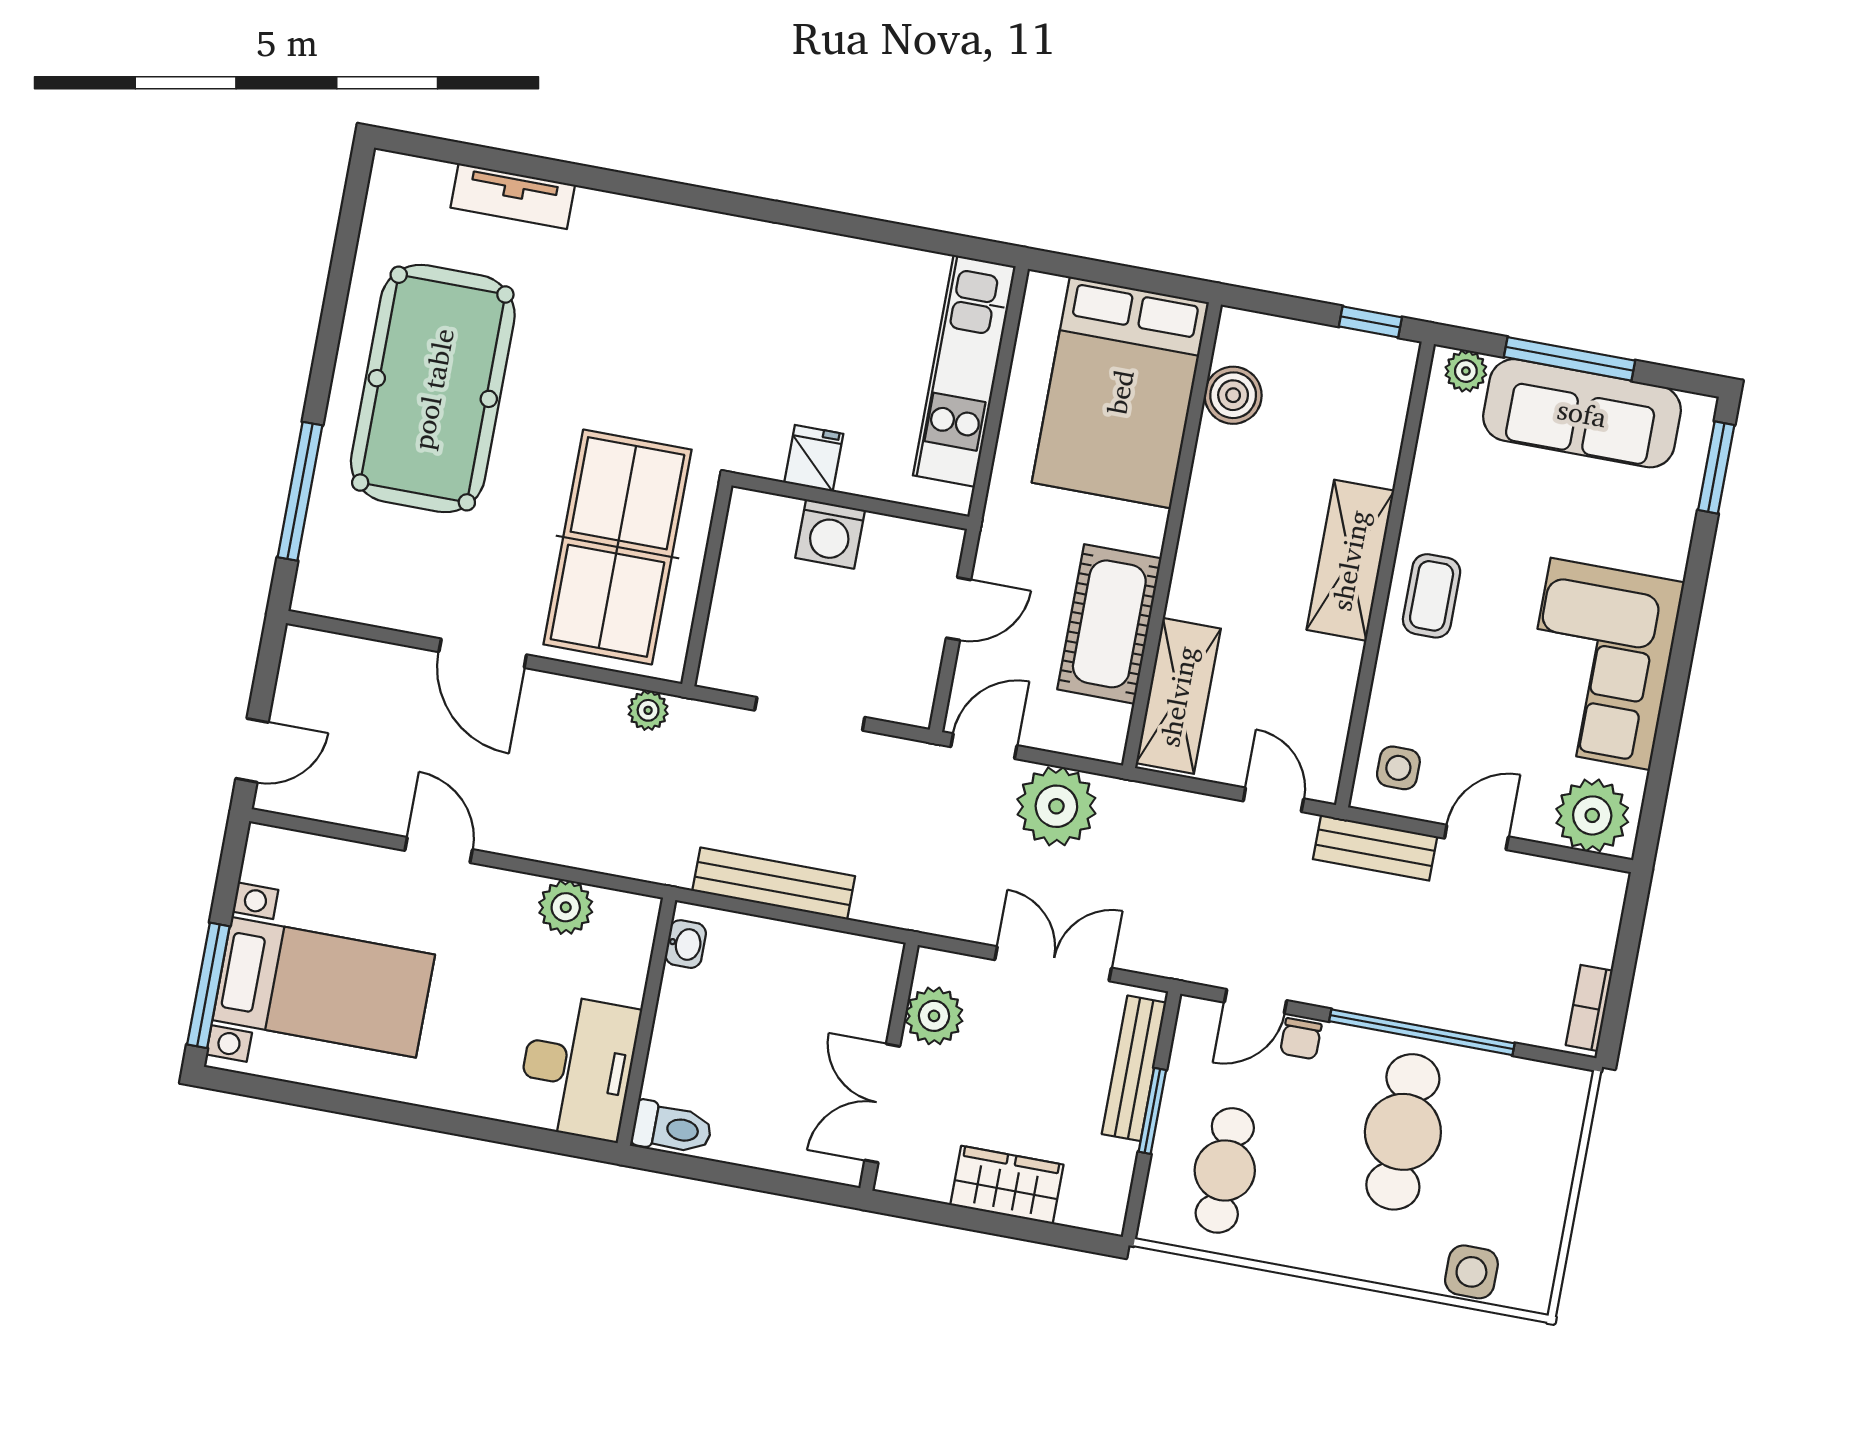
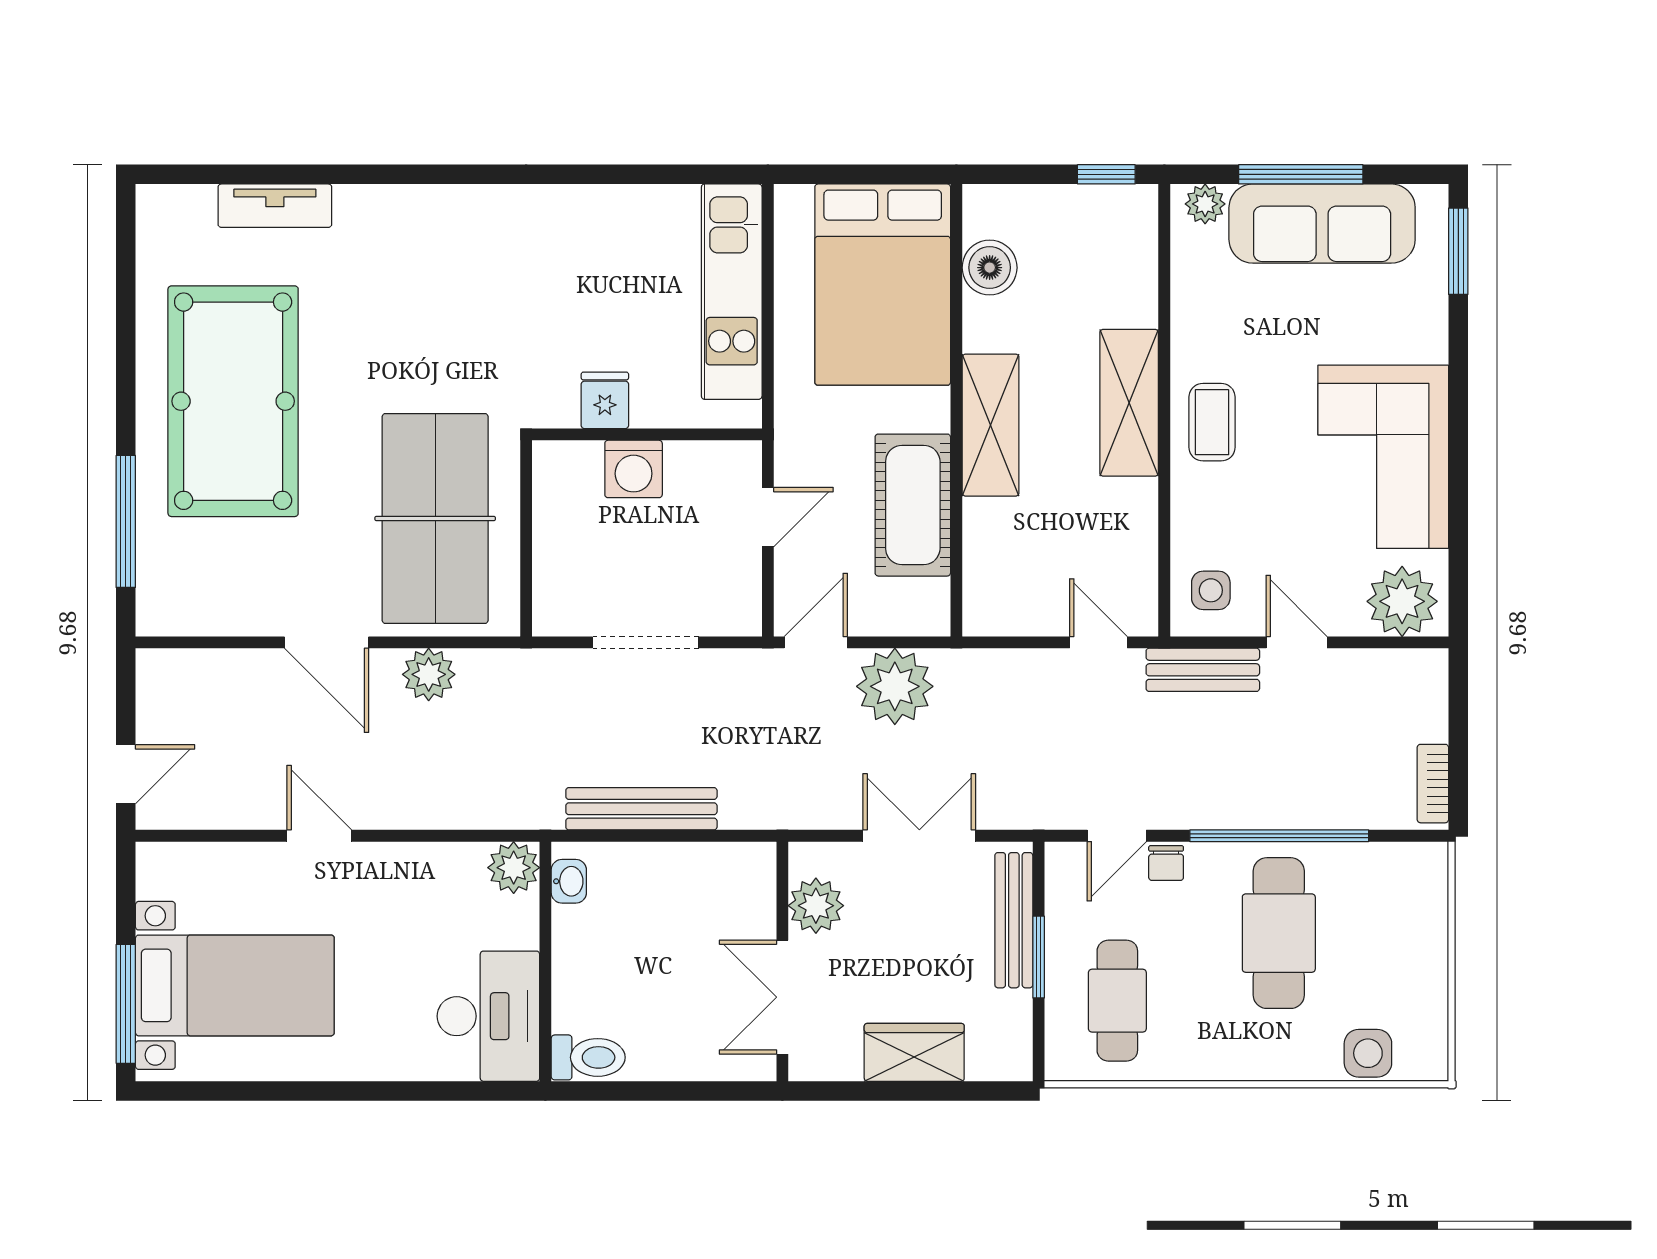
shelving: (1178, 696) -> (991, 425), moved
plant: (648, 710) -> (429, 674), moved, width x1.38, depth x1.38
door: (1476, 837) -> (1297, 642), hinge flipped
plant: (566, 907) -> (514, 868), moved

